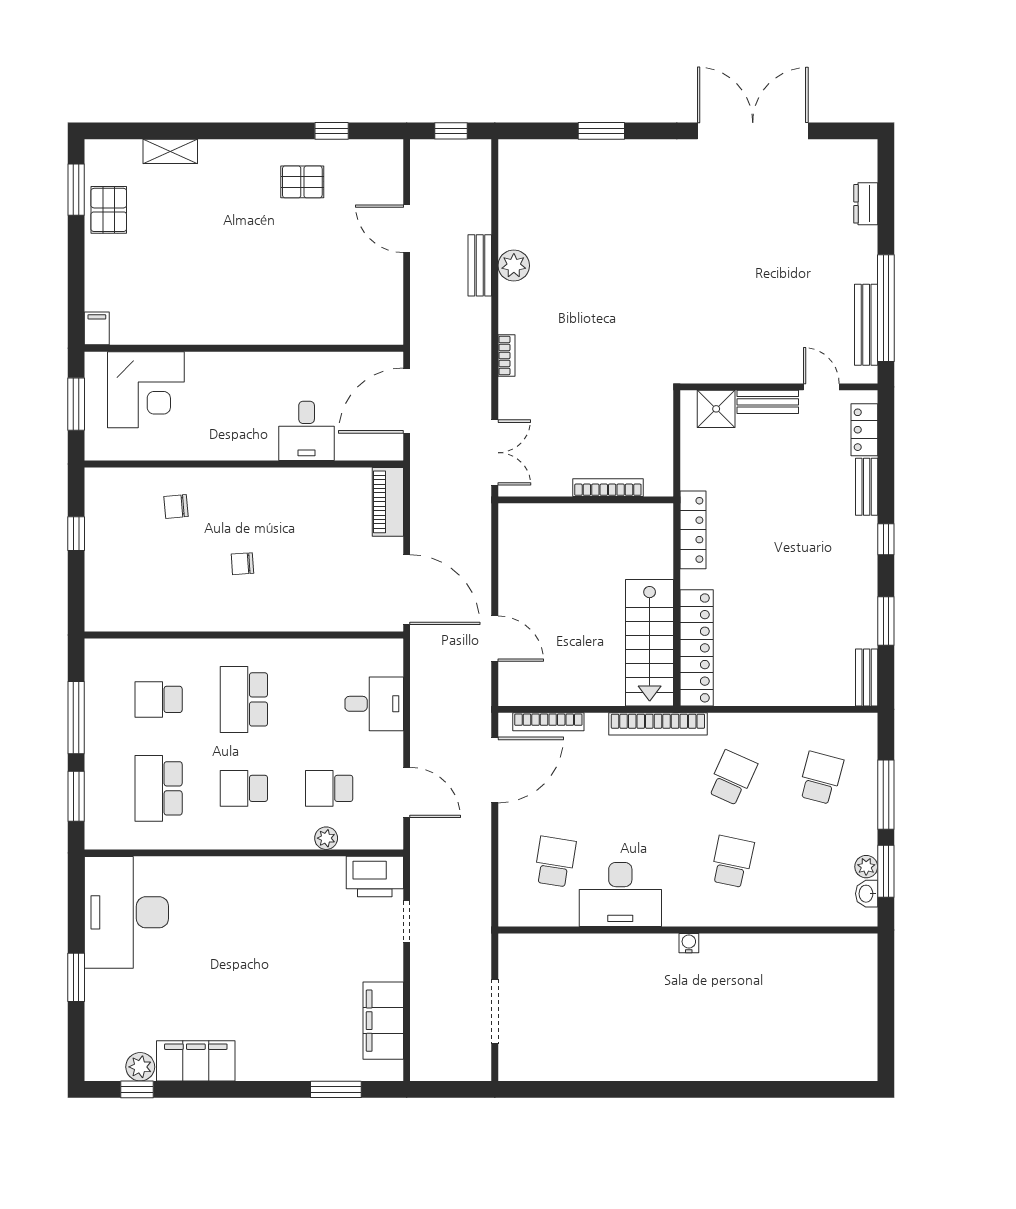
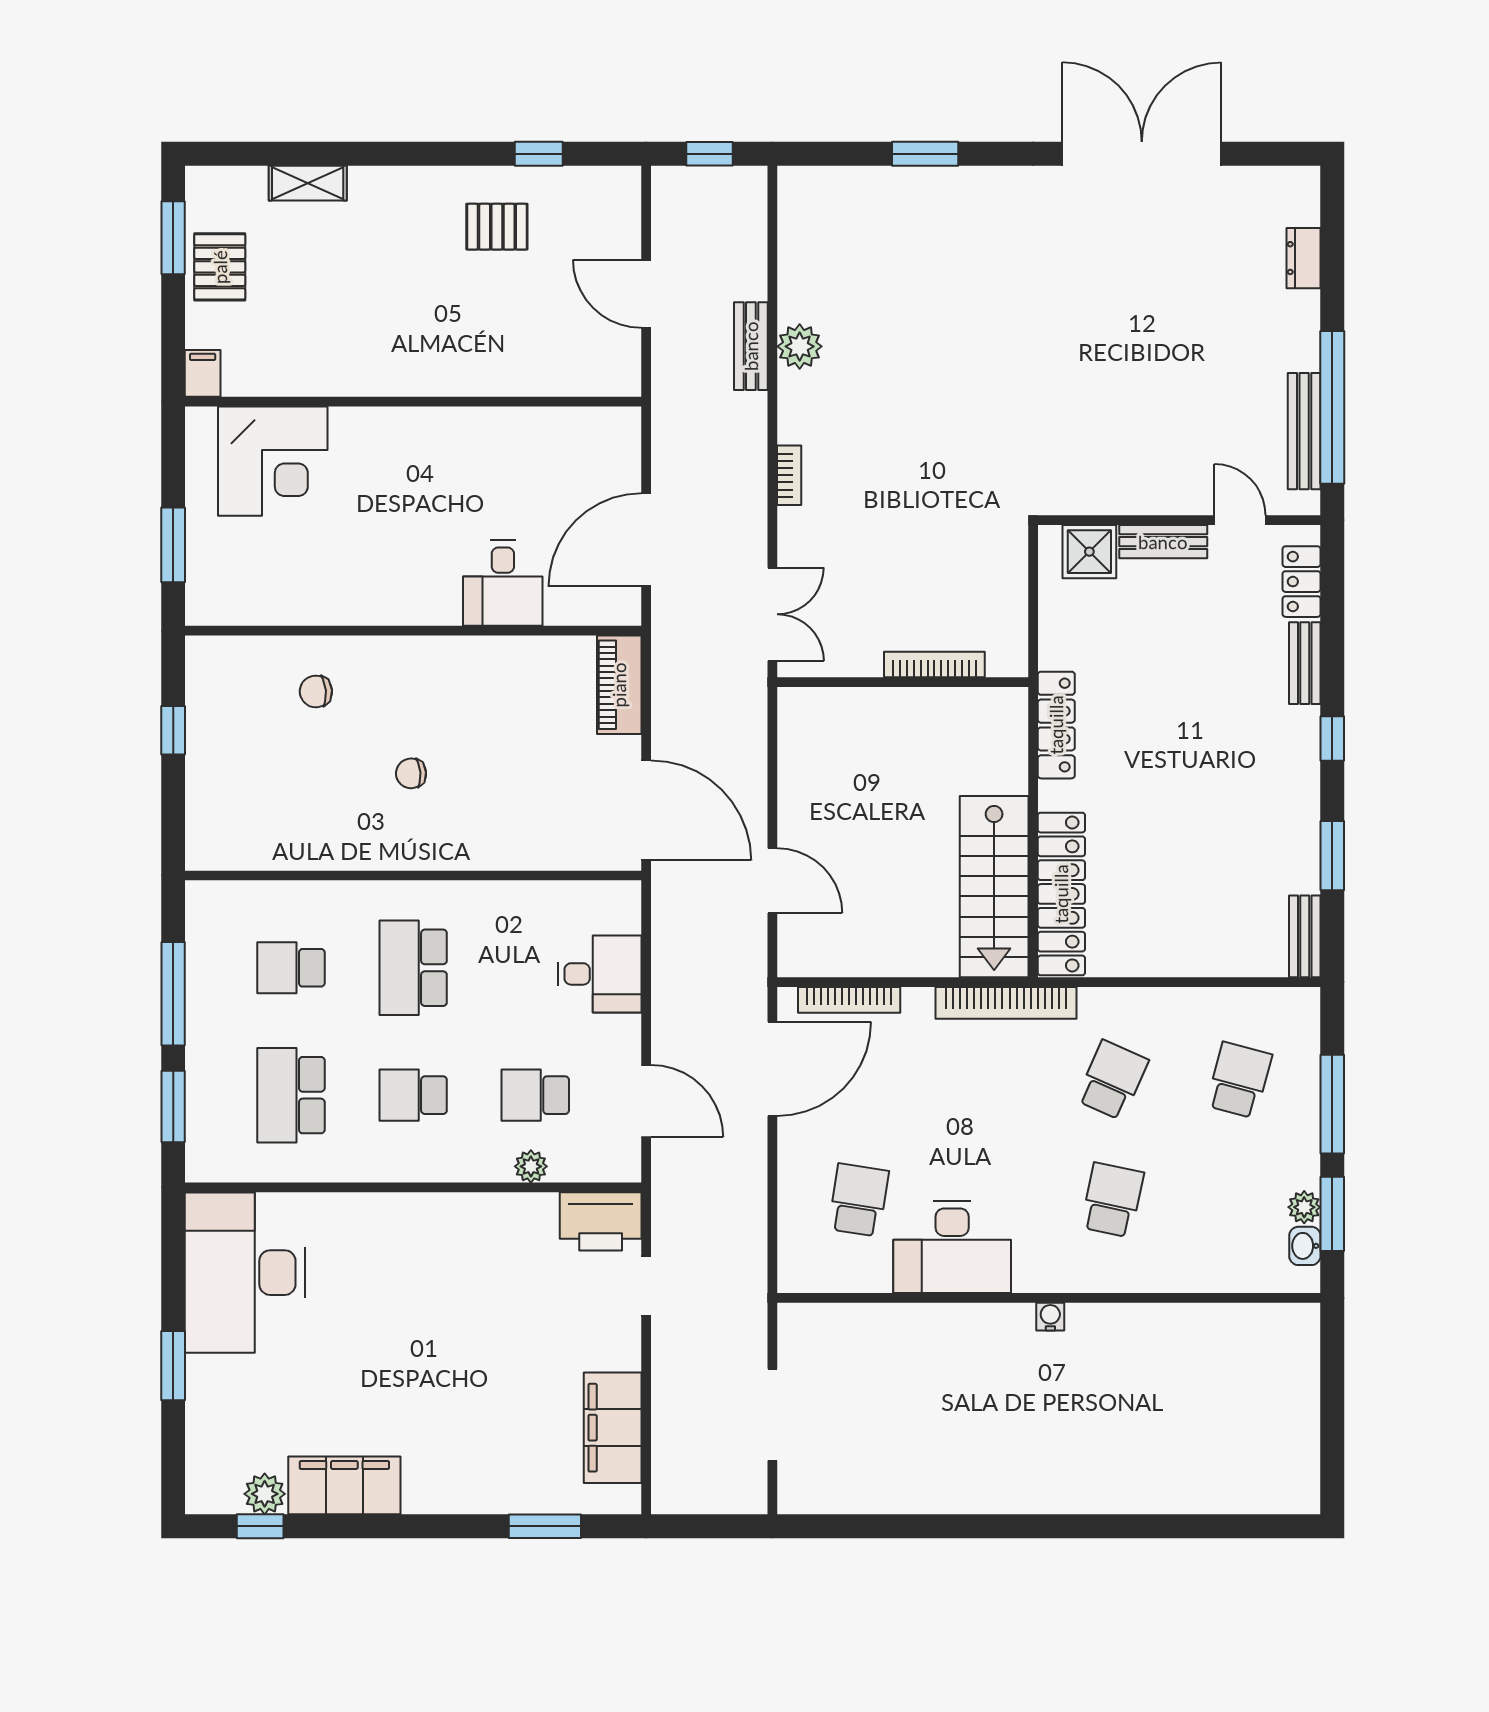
filing cabinet: (97, 328) -> (203, 373), moved
wall: (244, 348) -> (413, 402), moved
corner desk: (146, 390) -> (273, 461), moved

